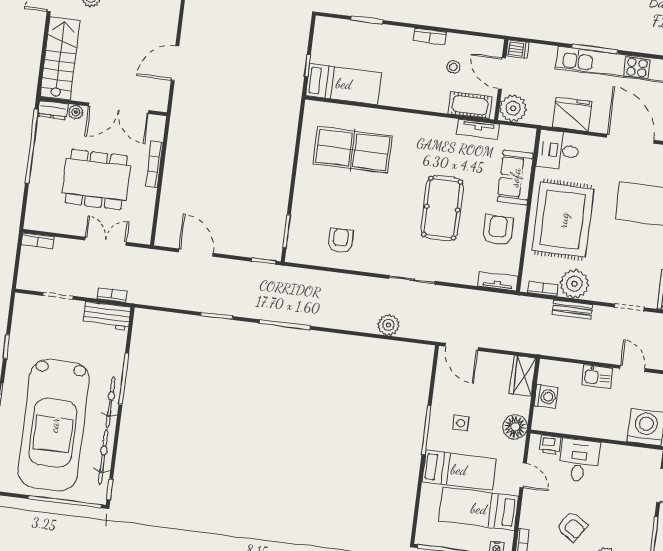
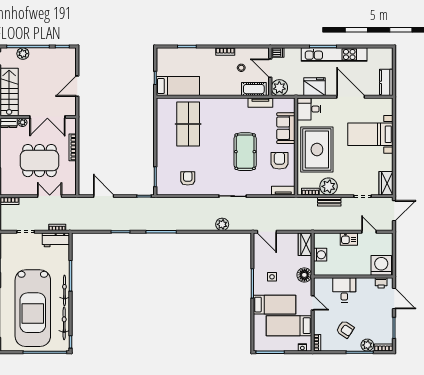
table tennis table: (353, 150) -> (188, 124), turned 90
printer: (550, 445) -> (381, 283), moved

